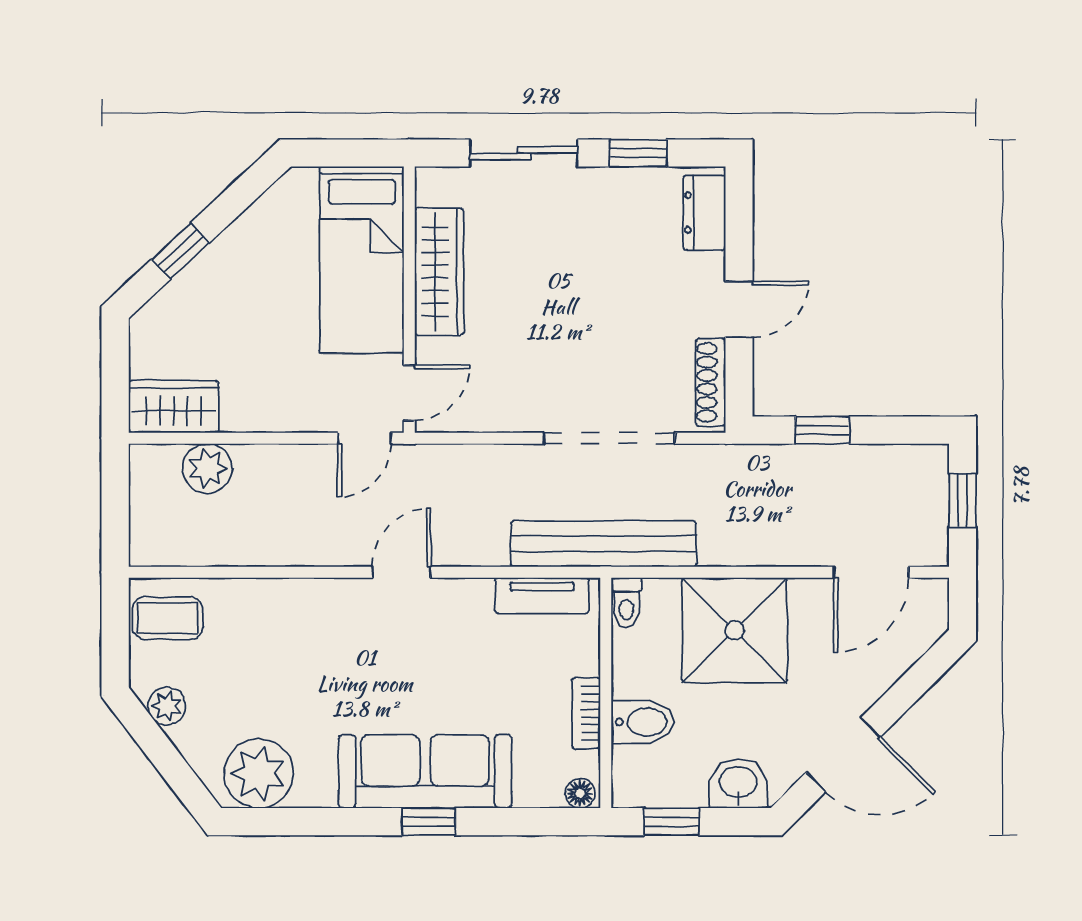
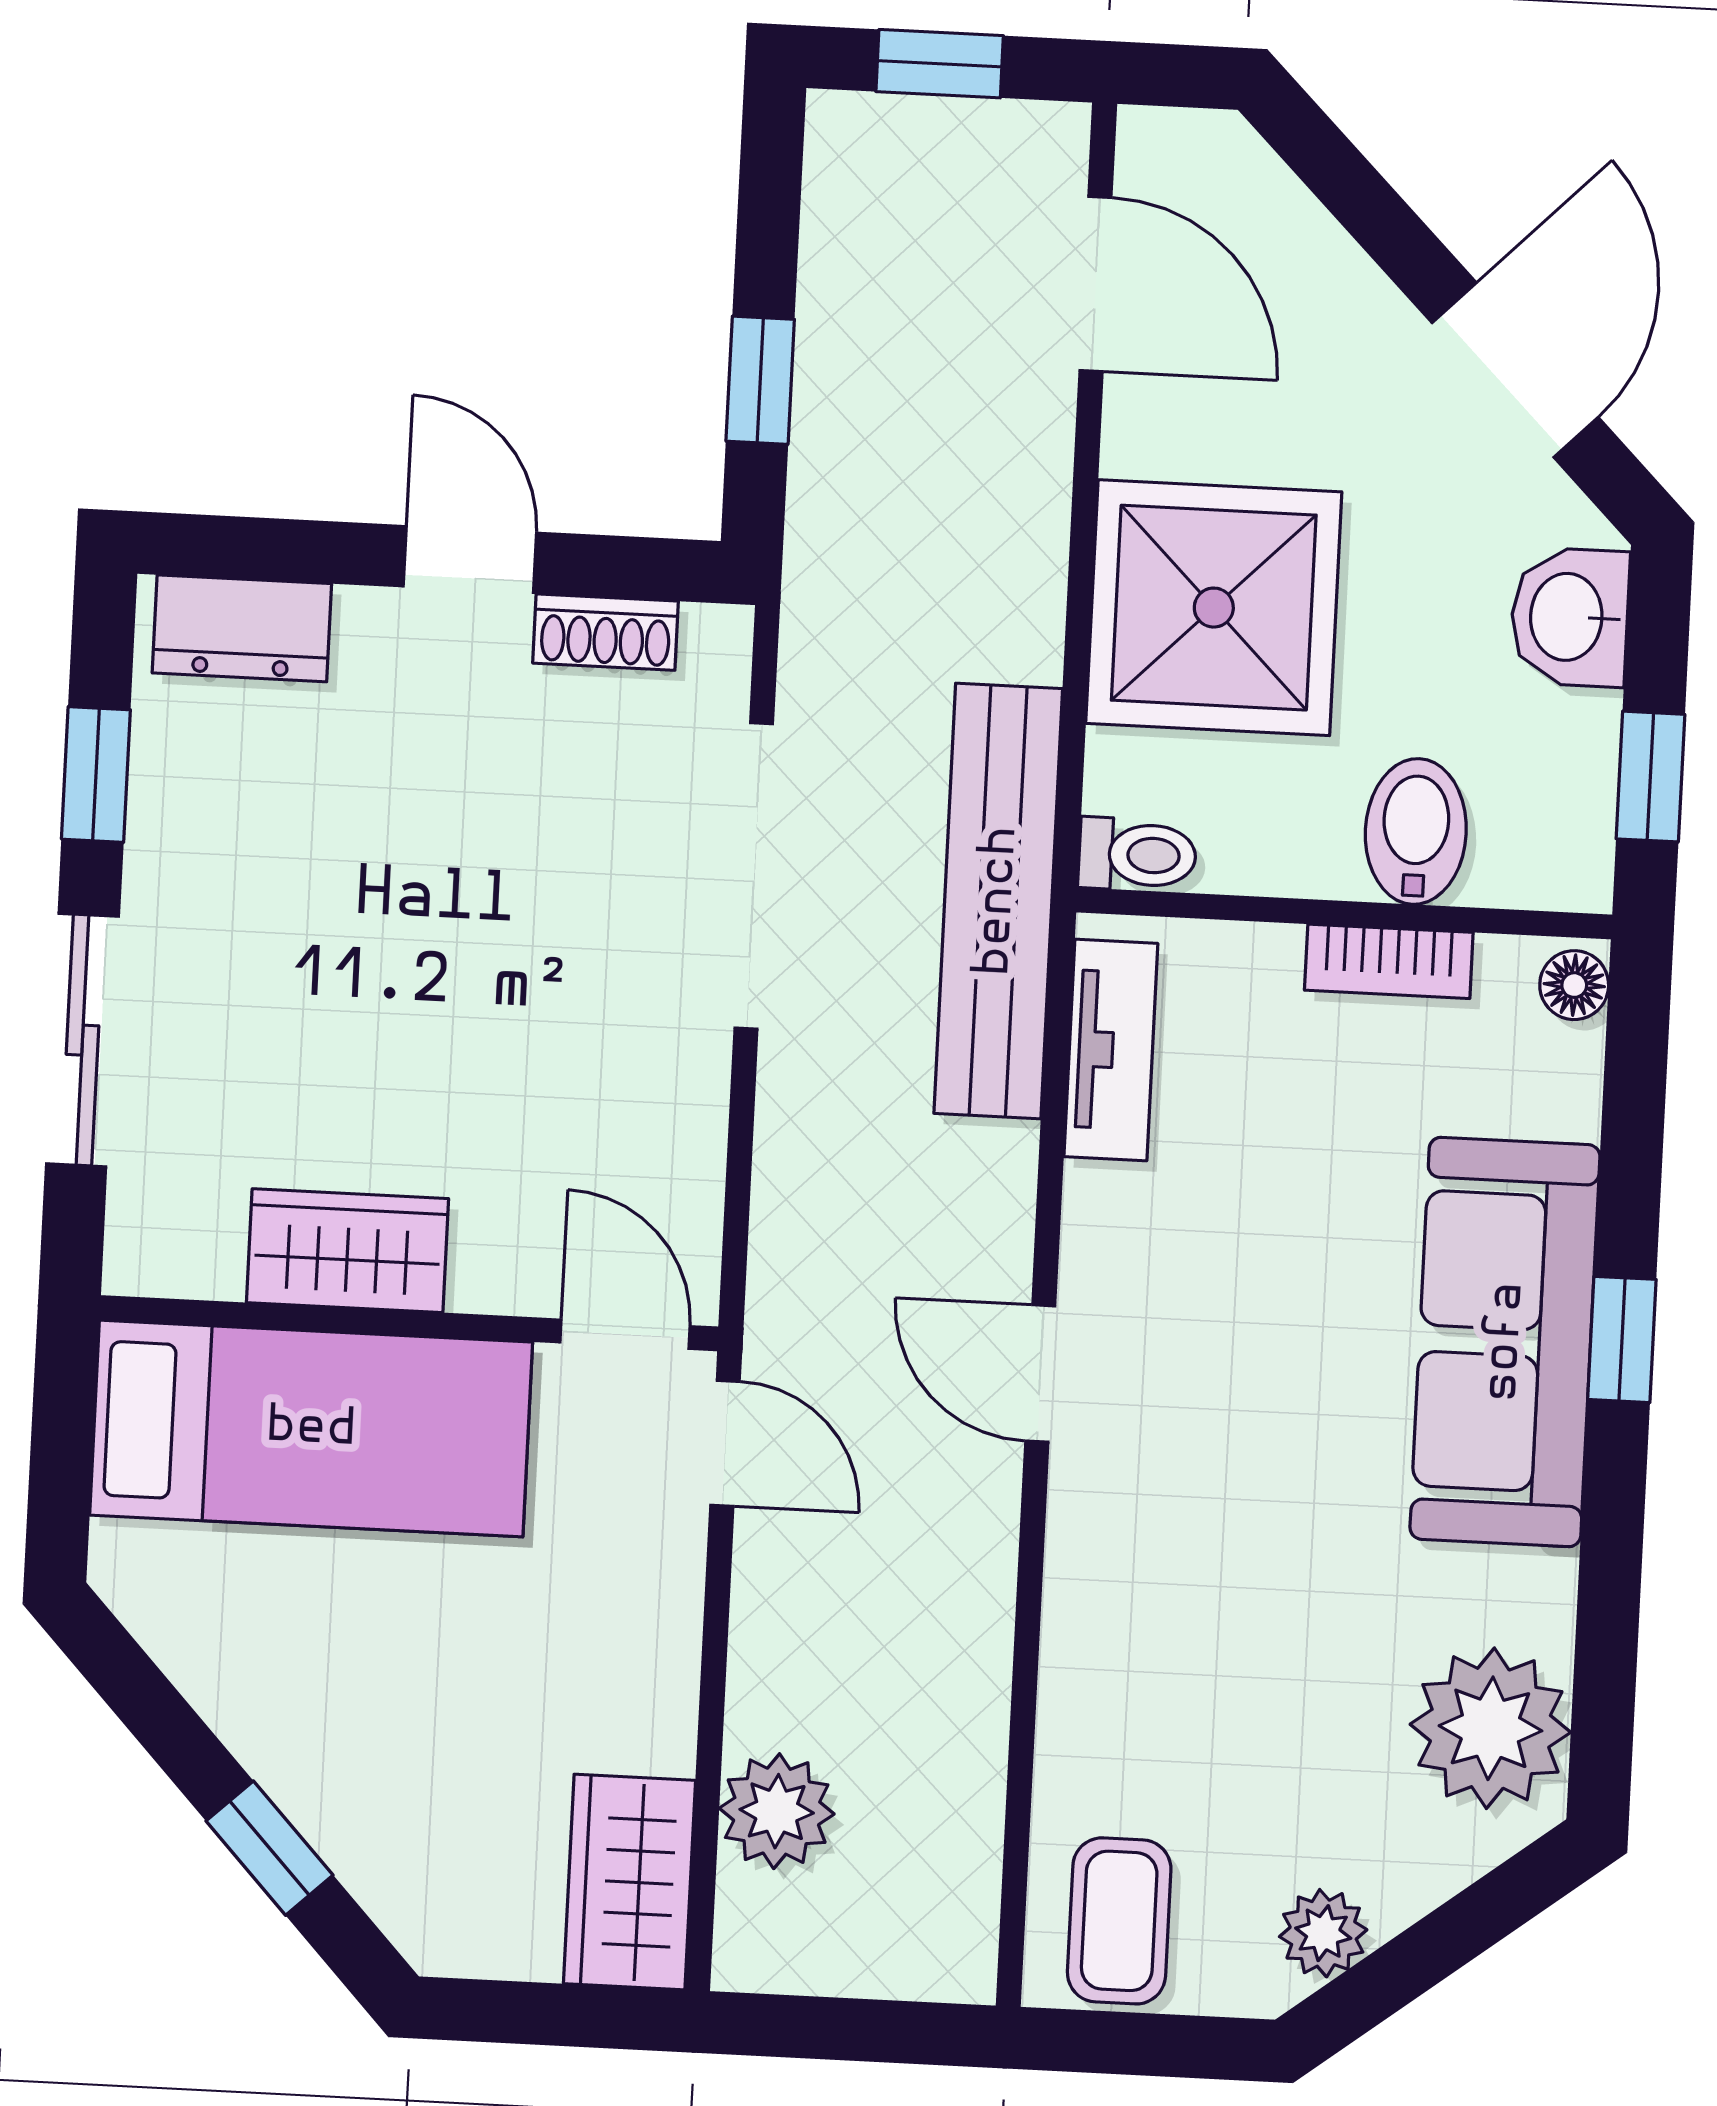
wardrobe: (439, 272) -> (347, 1251), width x0.67
shoe rack: (711, 382) -> (606, 632), width x0.70

